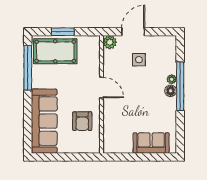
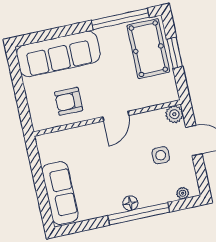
plant: (172, 79) -> (183, 193), moved
sofa: (151, 143) -> (60, 193), width x1.36

